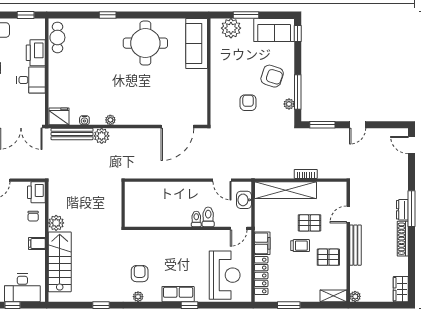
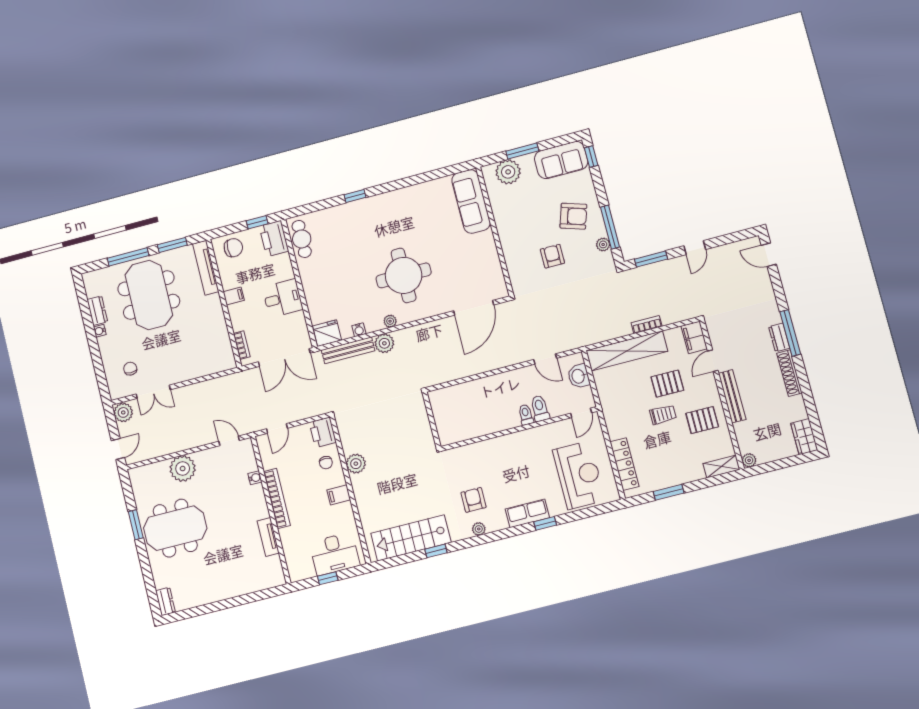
round table: (145, 43) -> (404, 275), moved
printer: (36, 53) -> (274, 239), moved
filing cabinet: (262, 243) -> (694, 337), moved, turned 180
stairs: (60, 262) -> (411, 538), moved, turned -90

